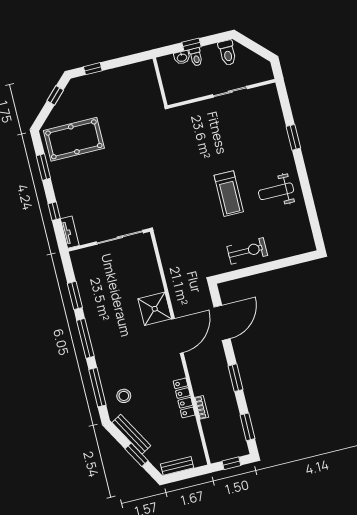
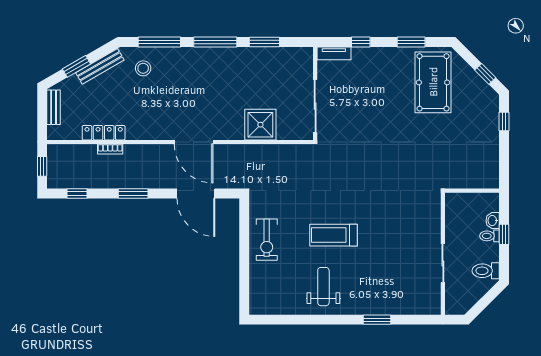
shower: (155, 309) -> (260, 125), moved
locker: (184, 398) -> (104, 133), moved
window: (248, 427) -> (77, 193), width x0.67

